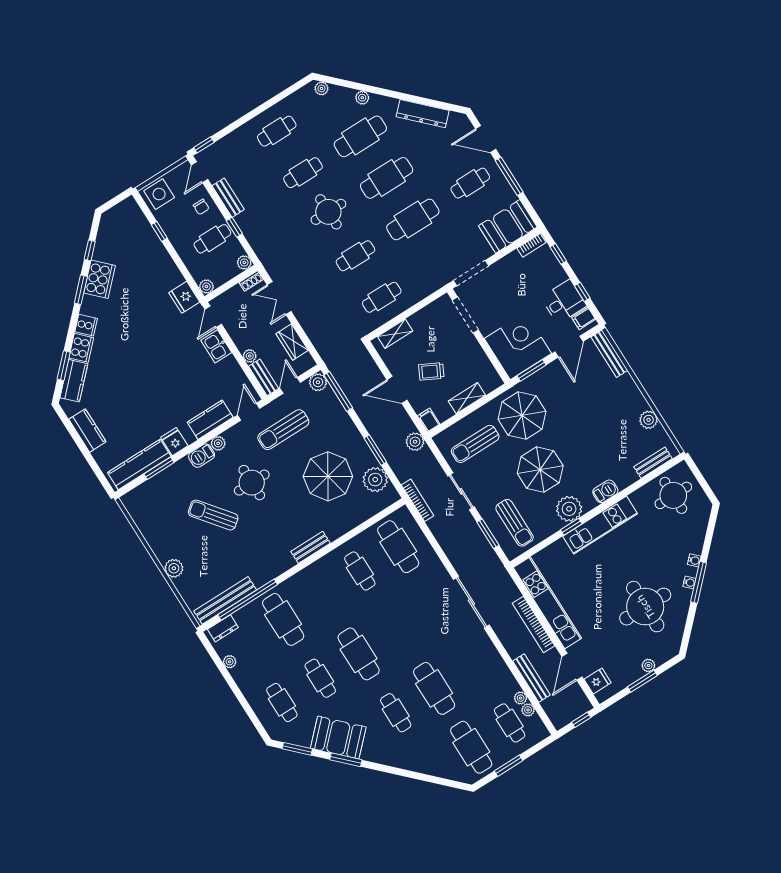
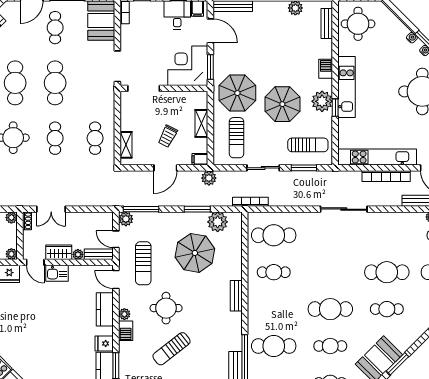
wardrobe: (292, 342) -> (59, 252), moved, turned 180

